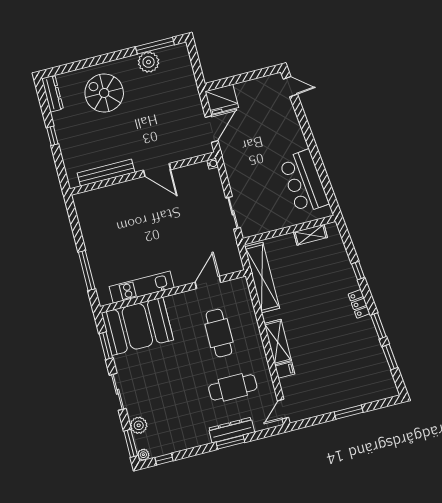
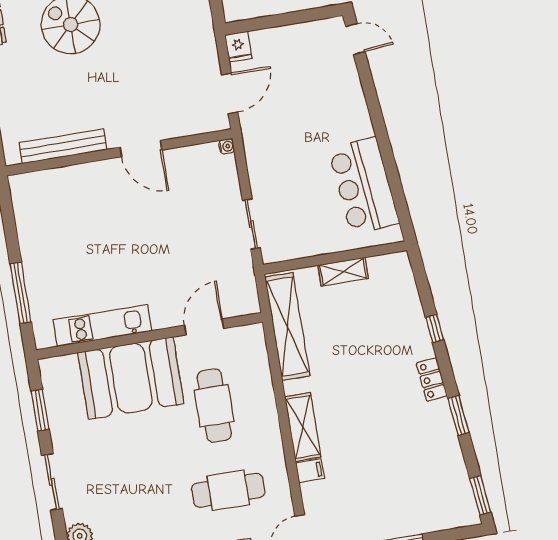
fridge: (222, 99) -> (238, 47), width x0.53, depth x0.75
shelving: (311, 235) -> (343, 272), moved
booth: (137, 326) -> (131, 378), moved
window: (390, 357) -> (480, 495), moved

